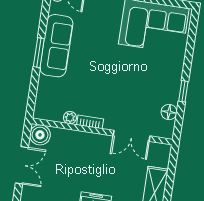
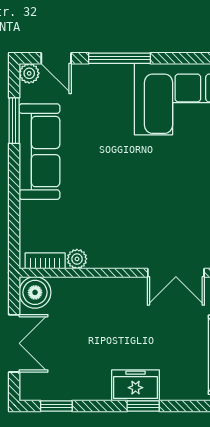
window: (39, 53) -> (14, 121), moved
bookcase: (90, 122) -> (45, 261), moved

